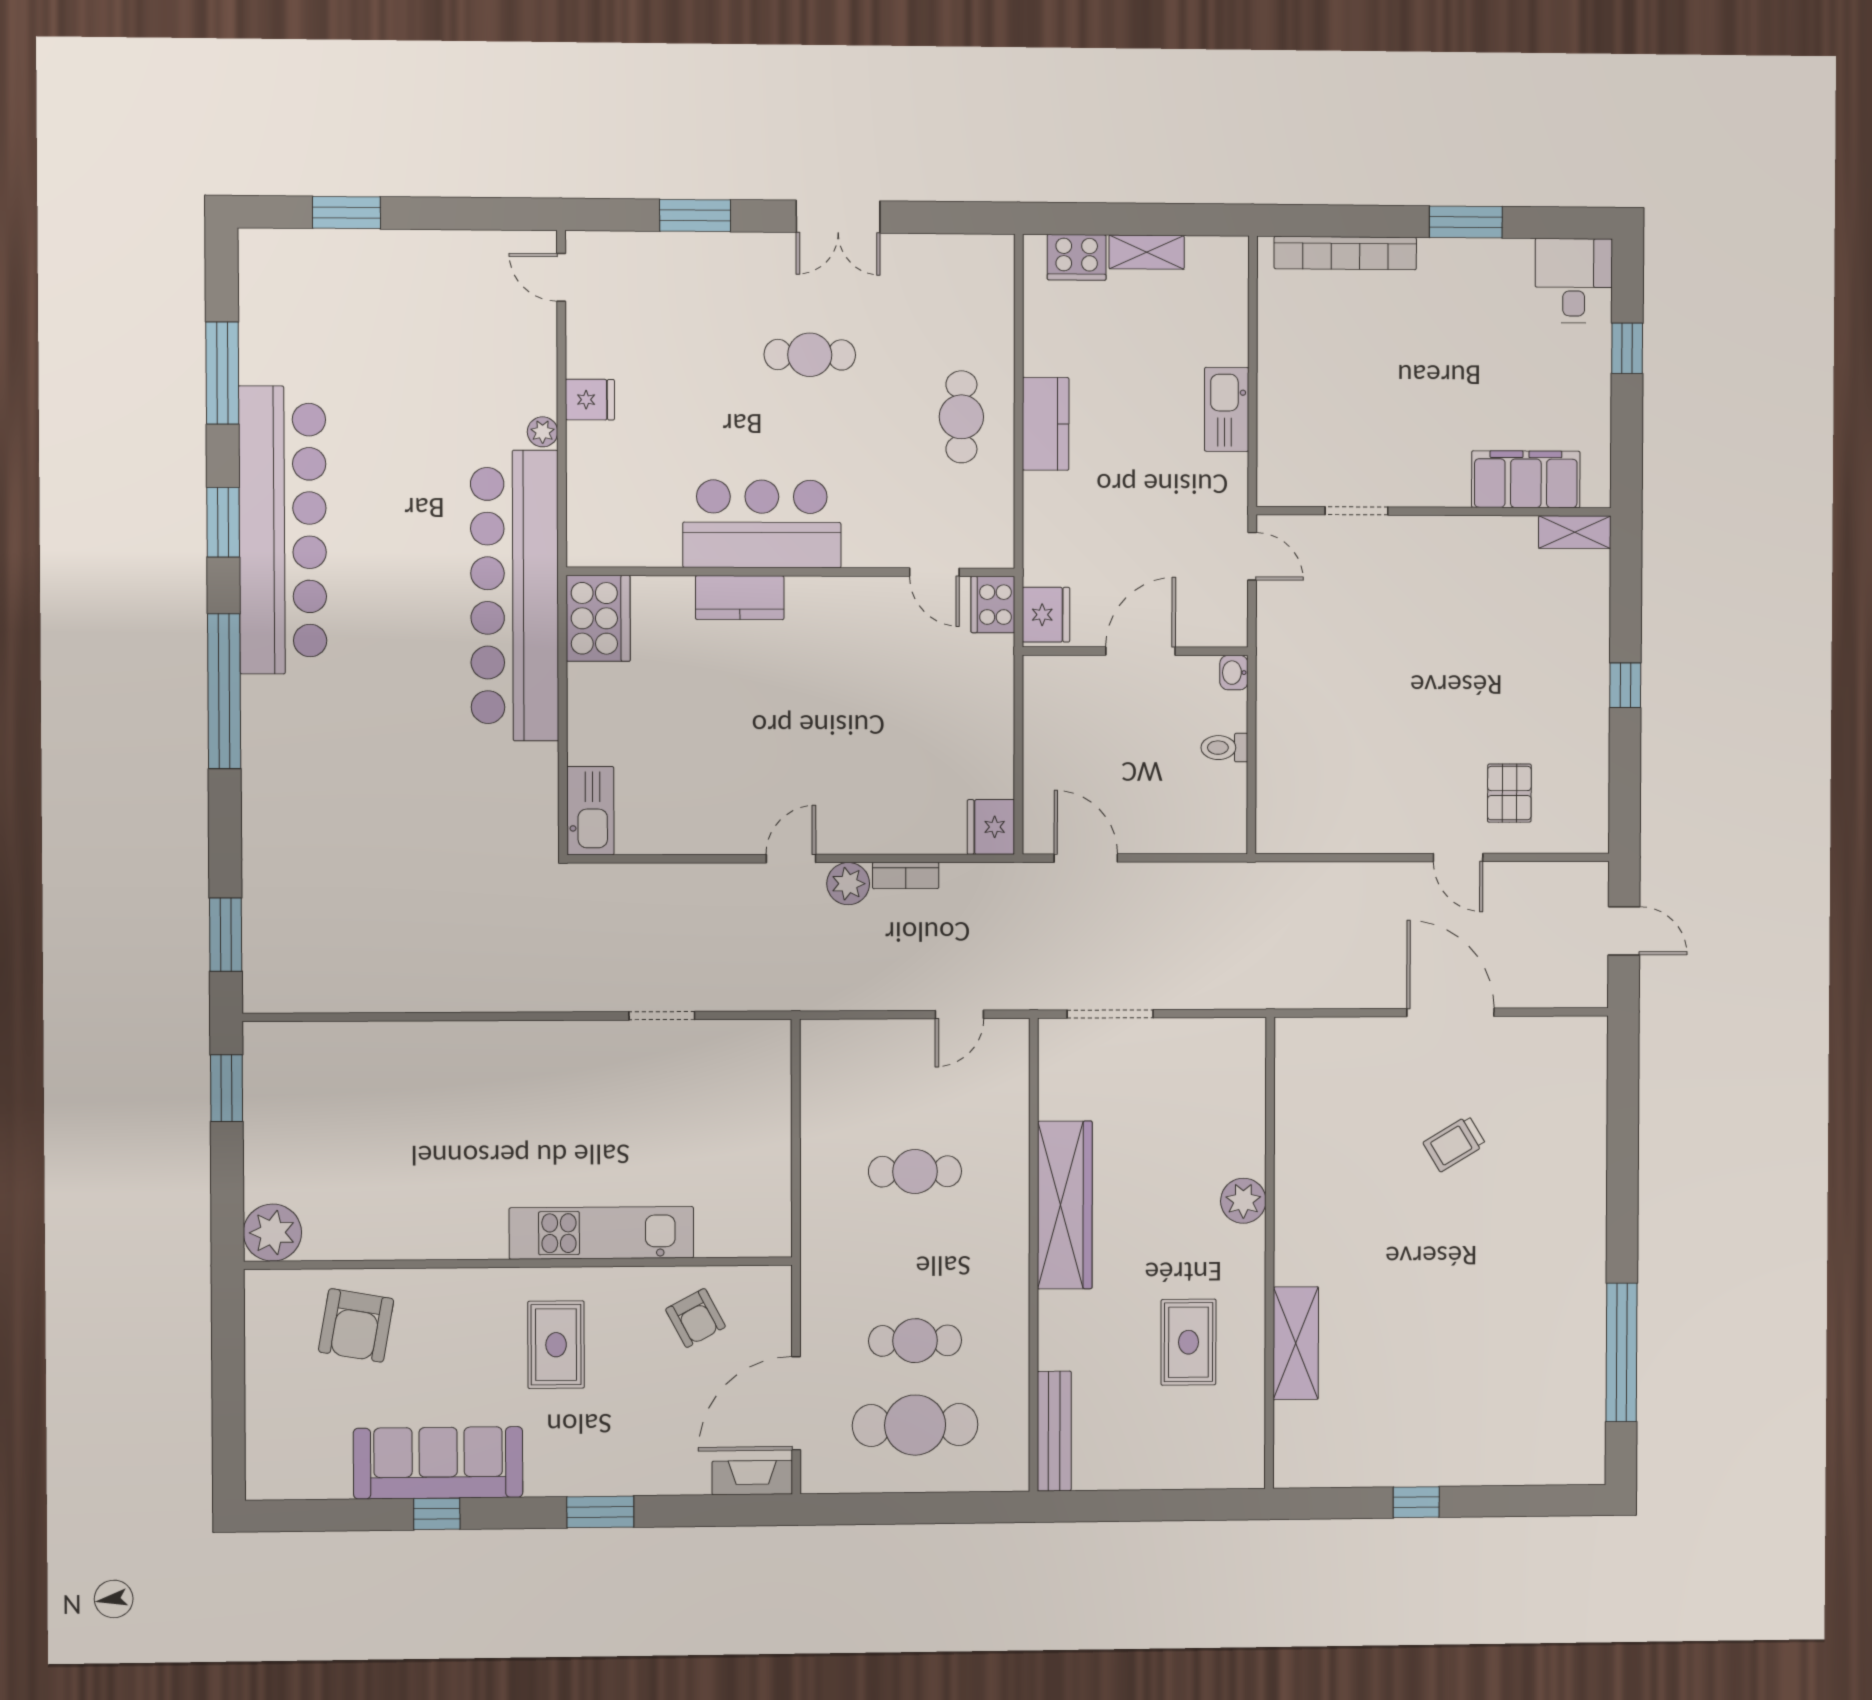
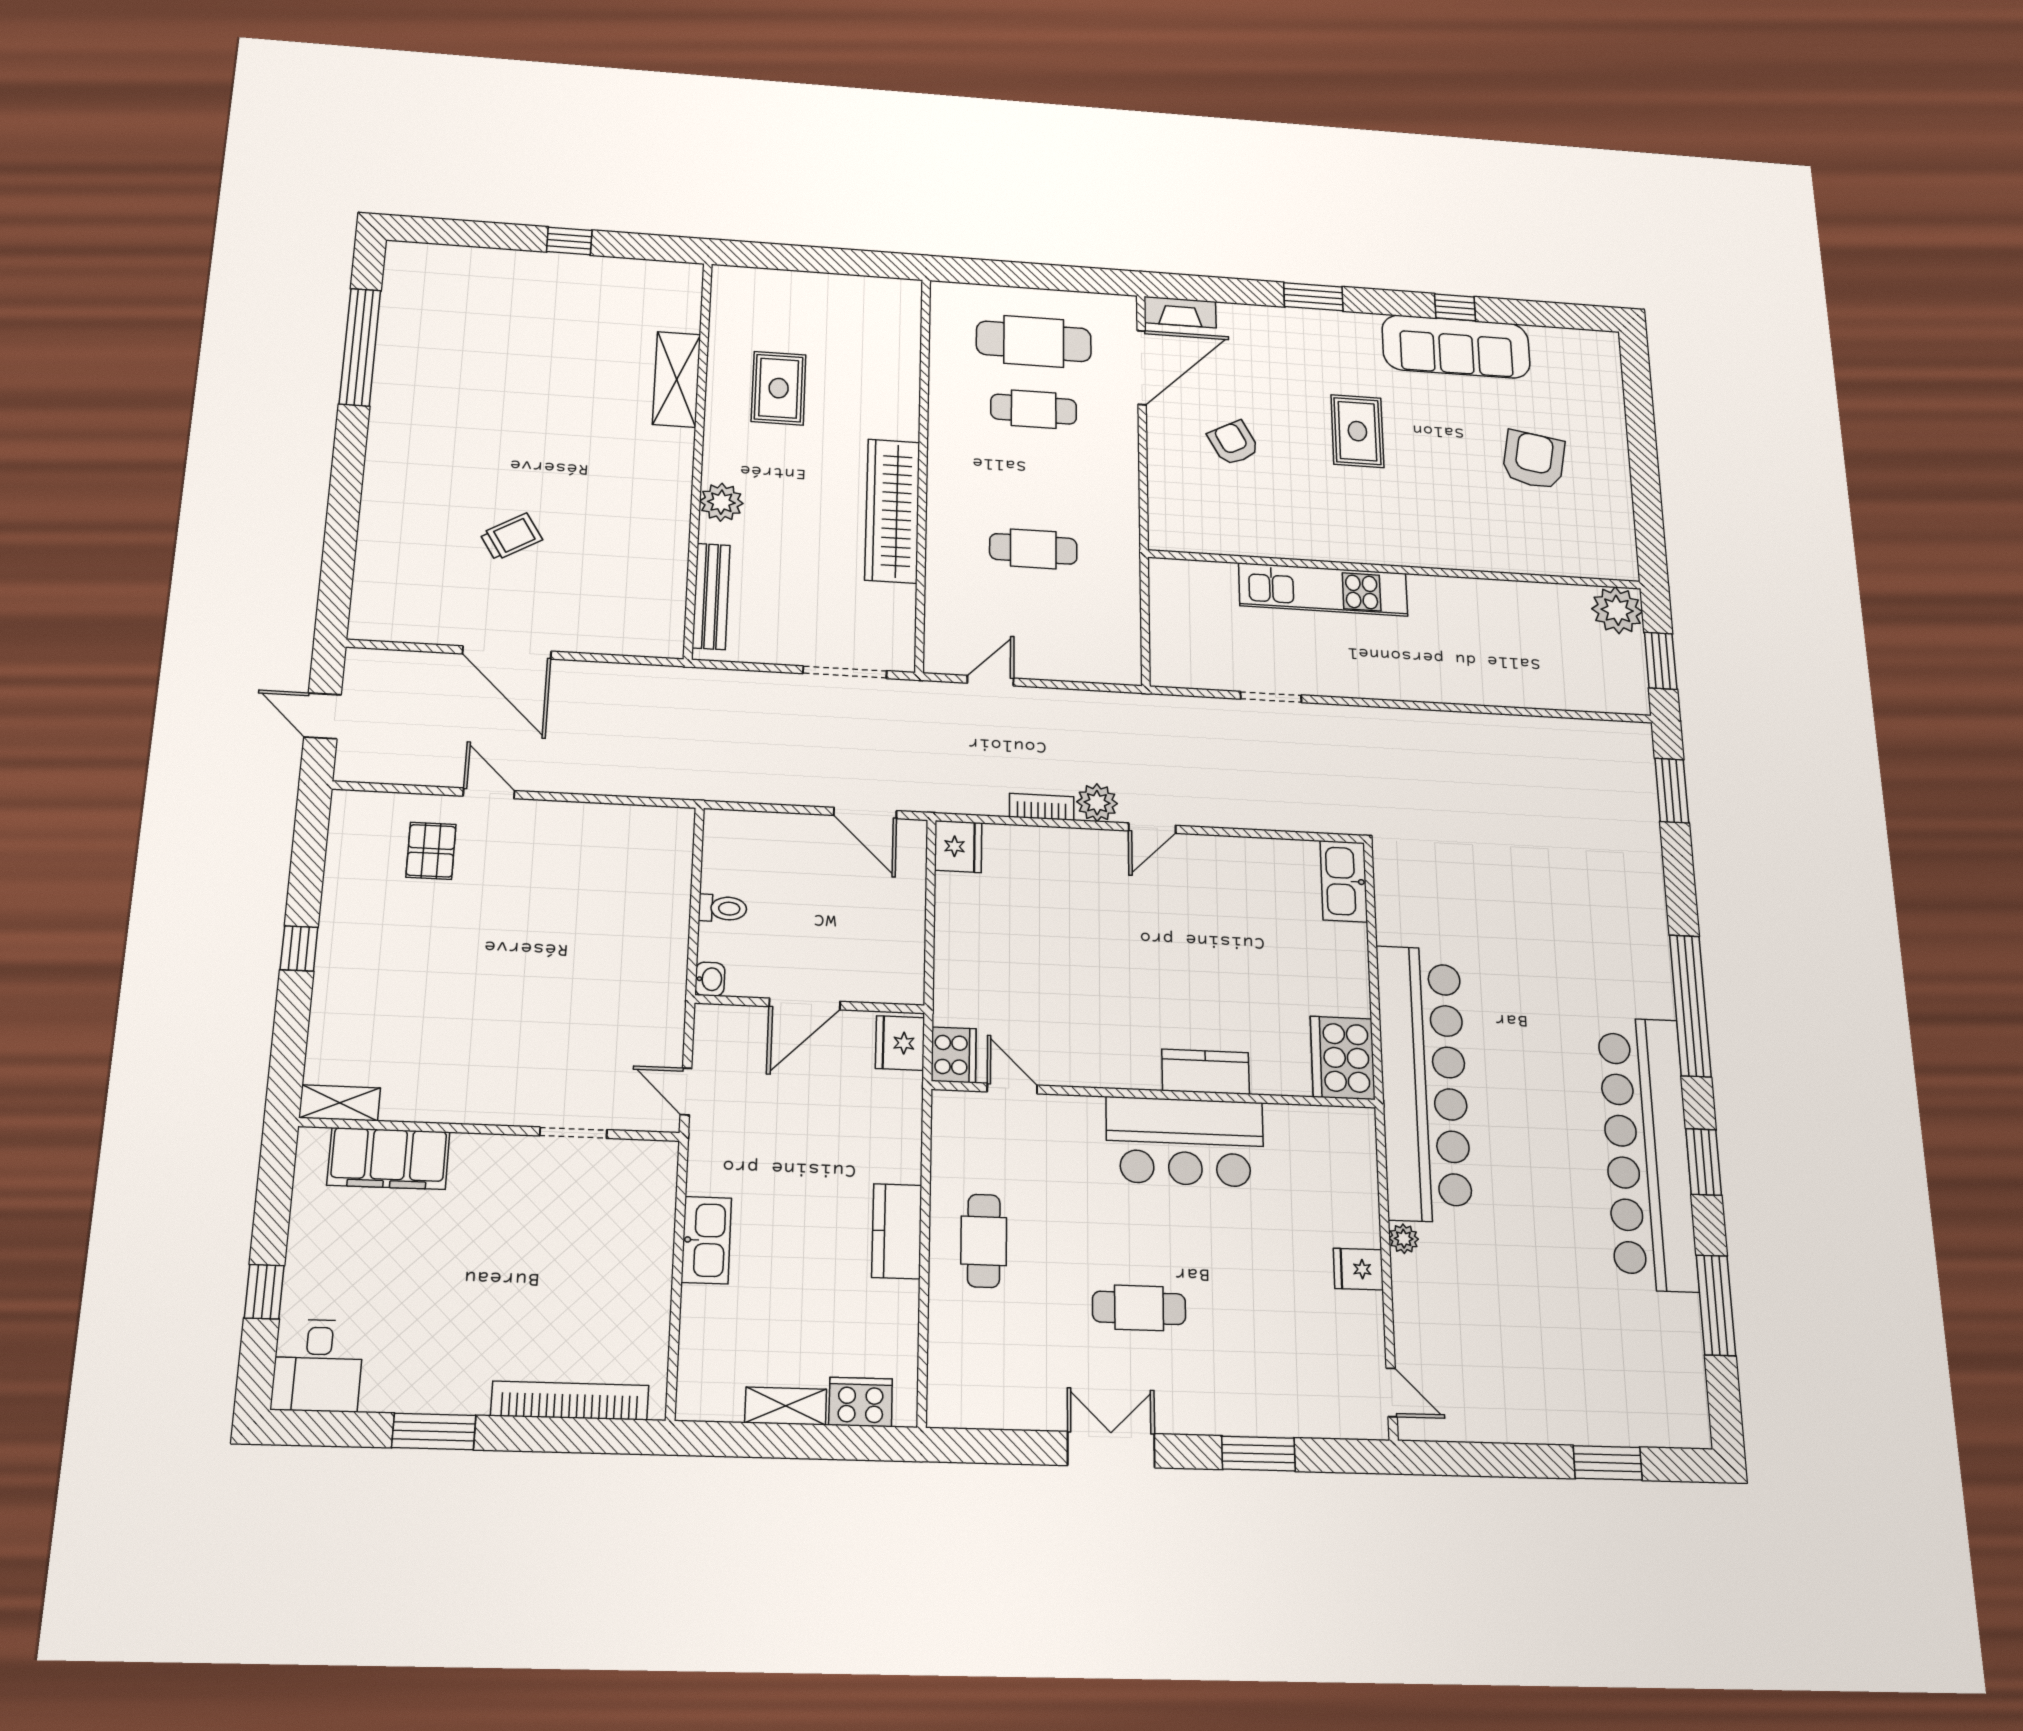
plant: (272, 1233) -> (1617, 610), moved
kitchen unit: (601, 1233) -> (1323, 589), moved
wall: (519, 1263) -> (1397, 570), moved
bench: (1054, 1431) -> (711, 596), moved

